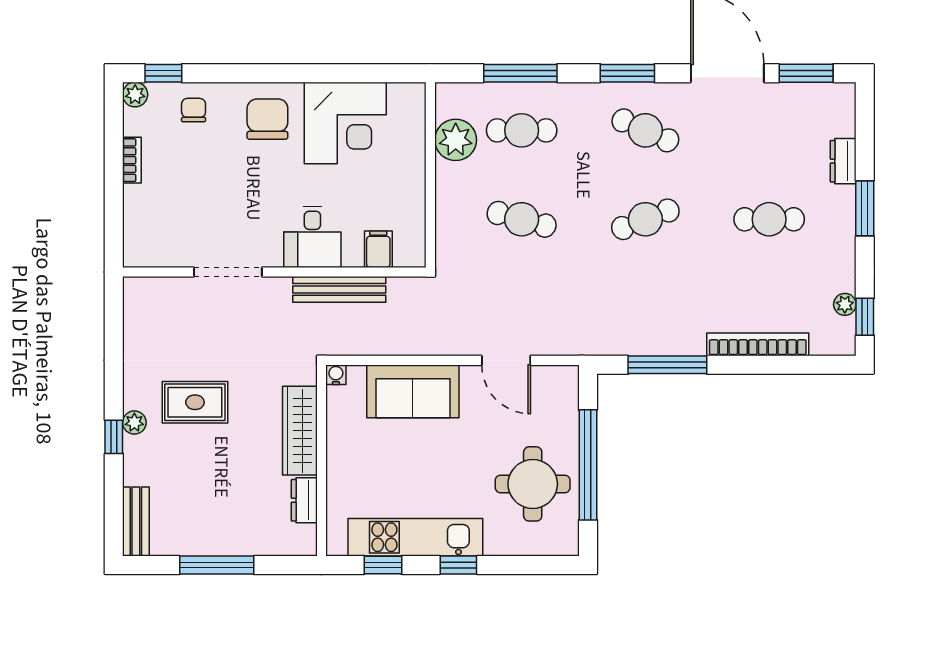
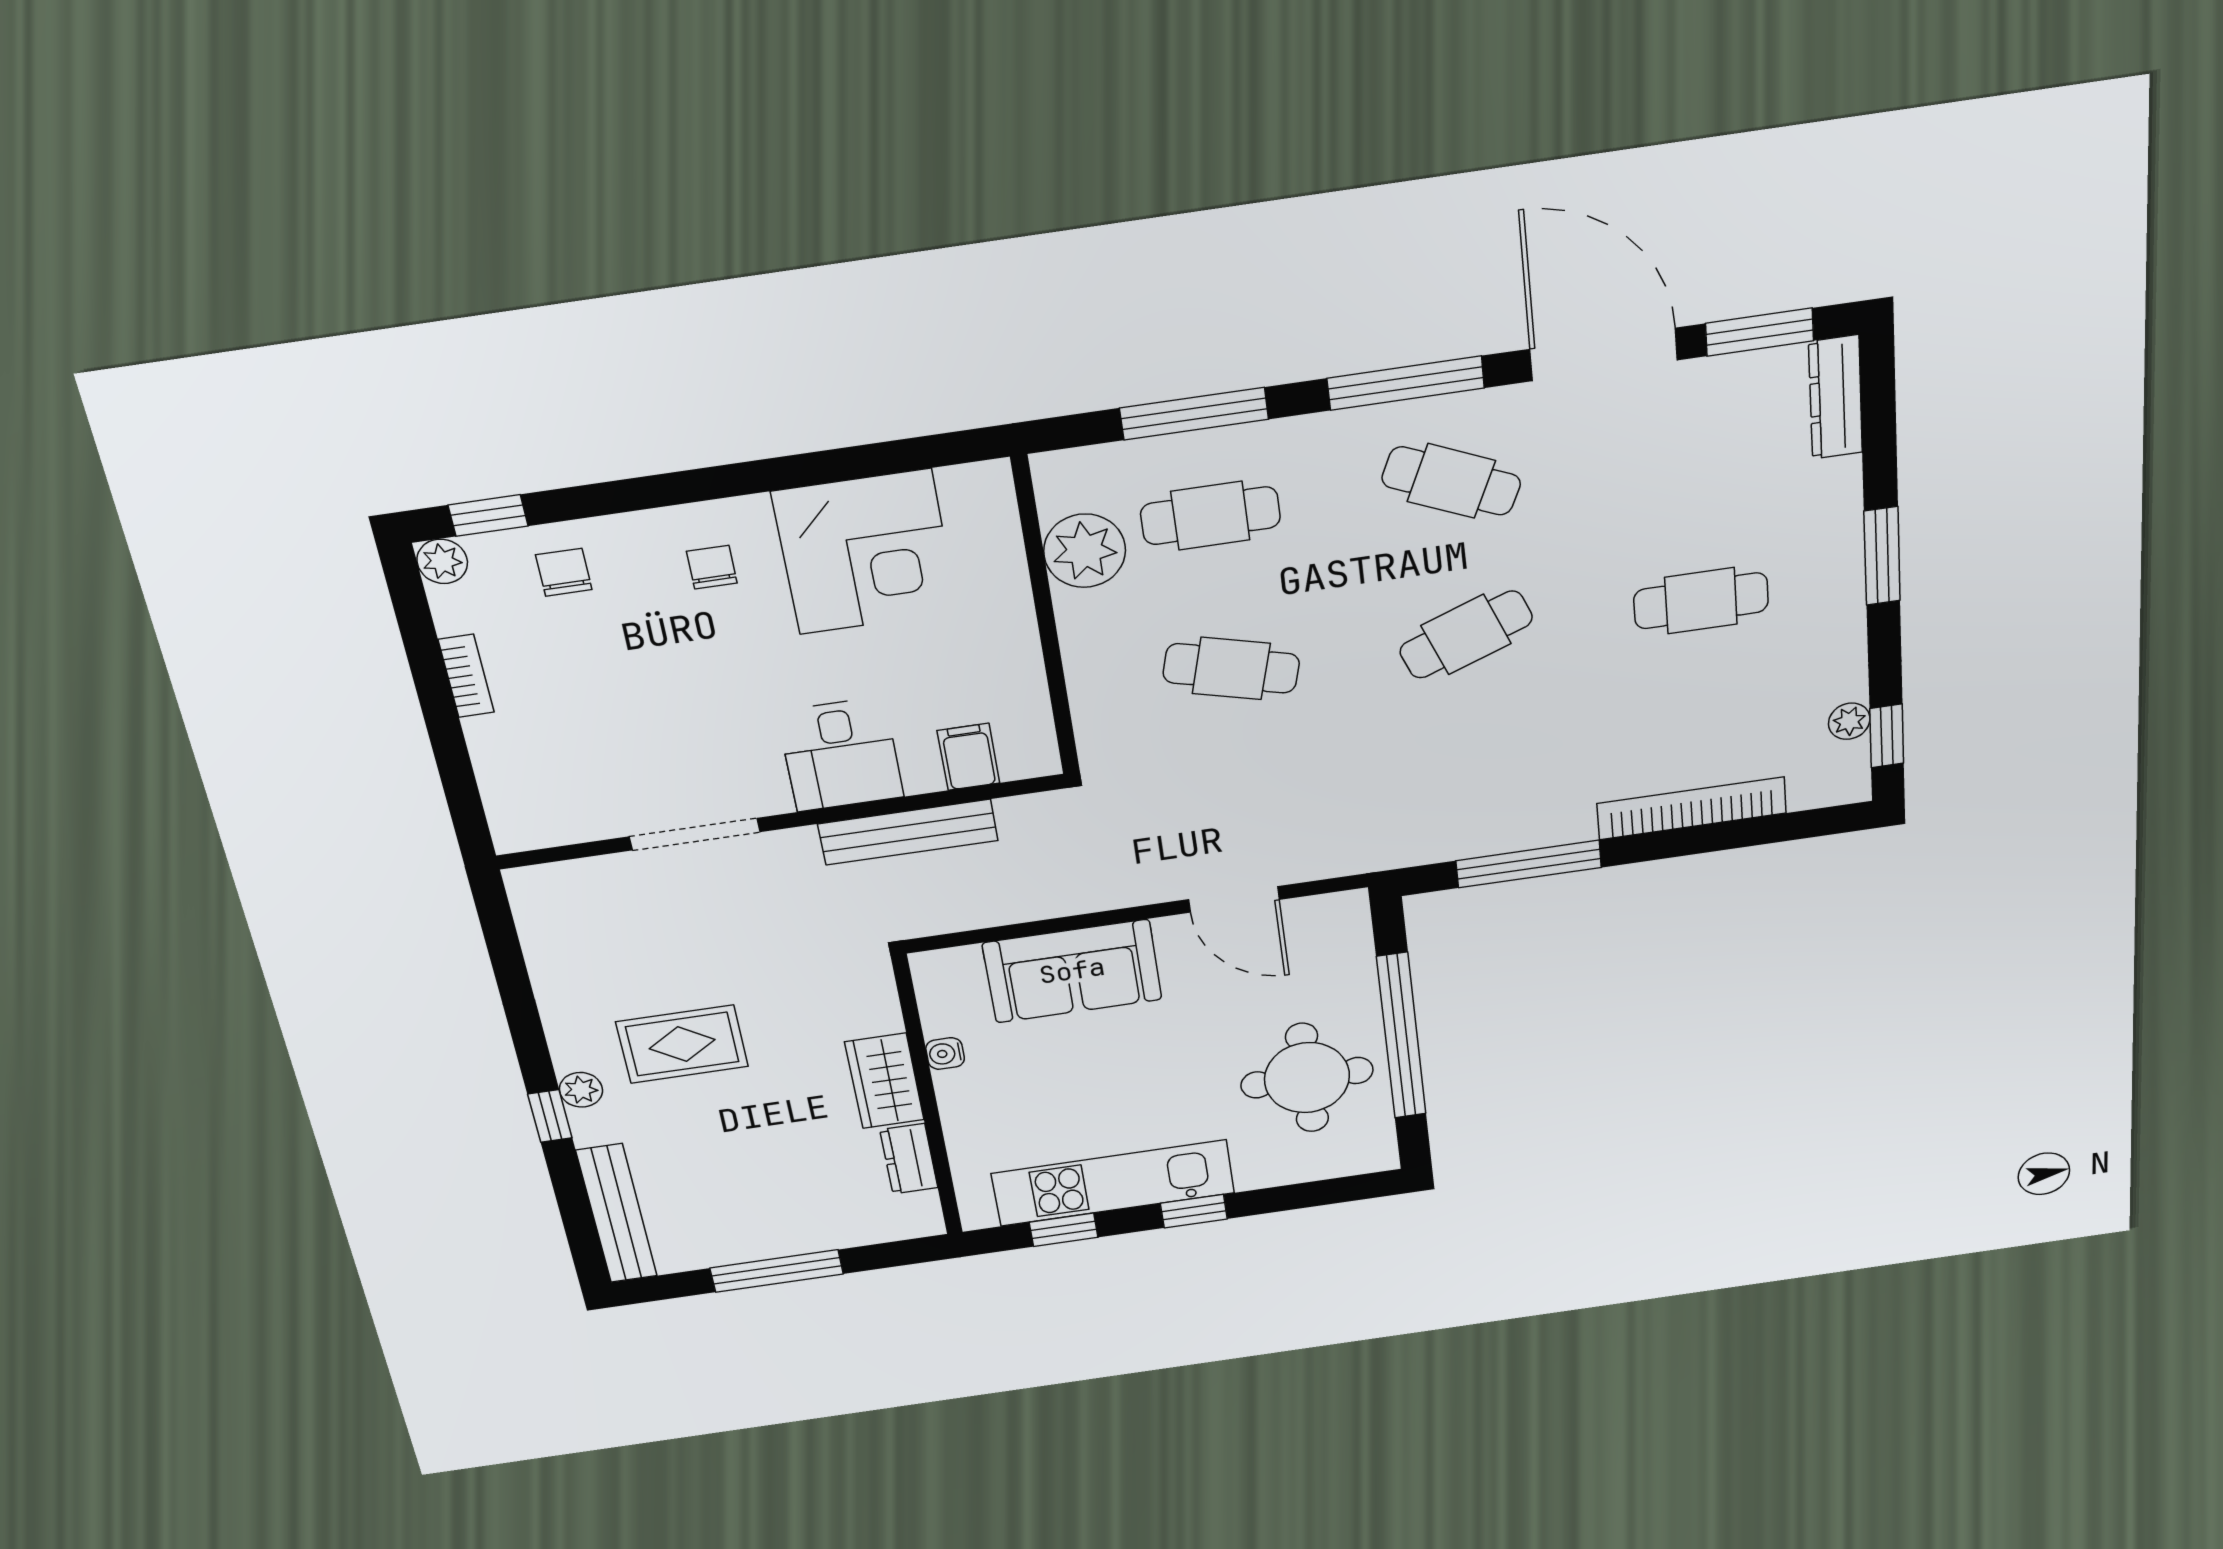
window: (627, 73) -> (1406, 383), width x1.44
chair: (267, 119) -> (712, 567), width x0.54, depth x0.54
dresser: (843, 161) -> (1836, 397), moved, width x1.44
water cooler: (336, 375) -> (945, 1054), moved, turned -90
wardrobe: (300, 431) -> (884, 1081), width x0.67
bench: (136, 522) -> (617, 1214), width x1.36

